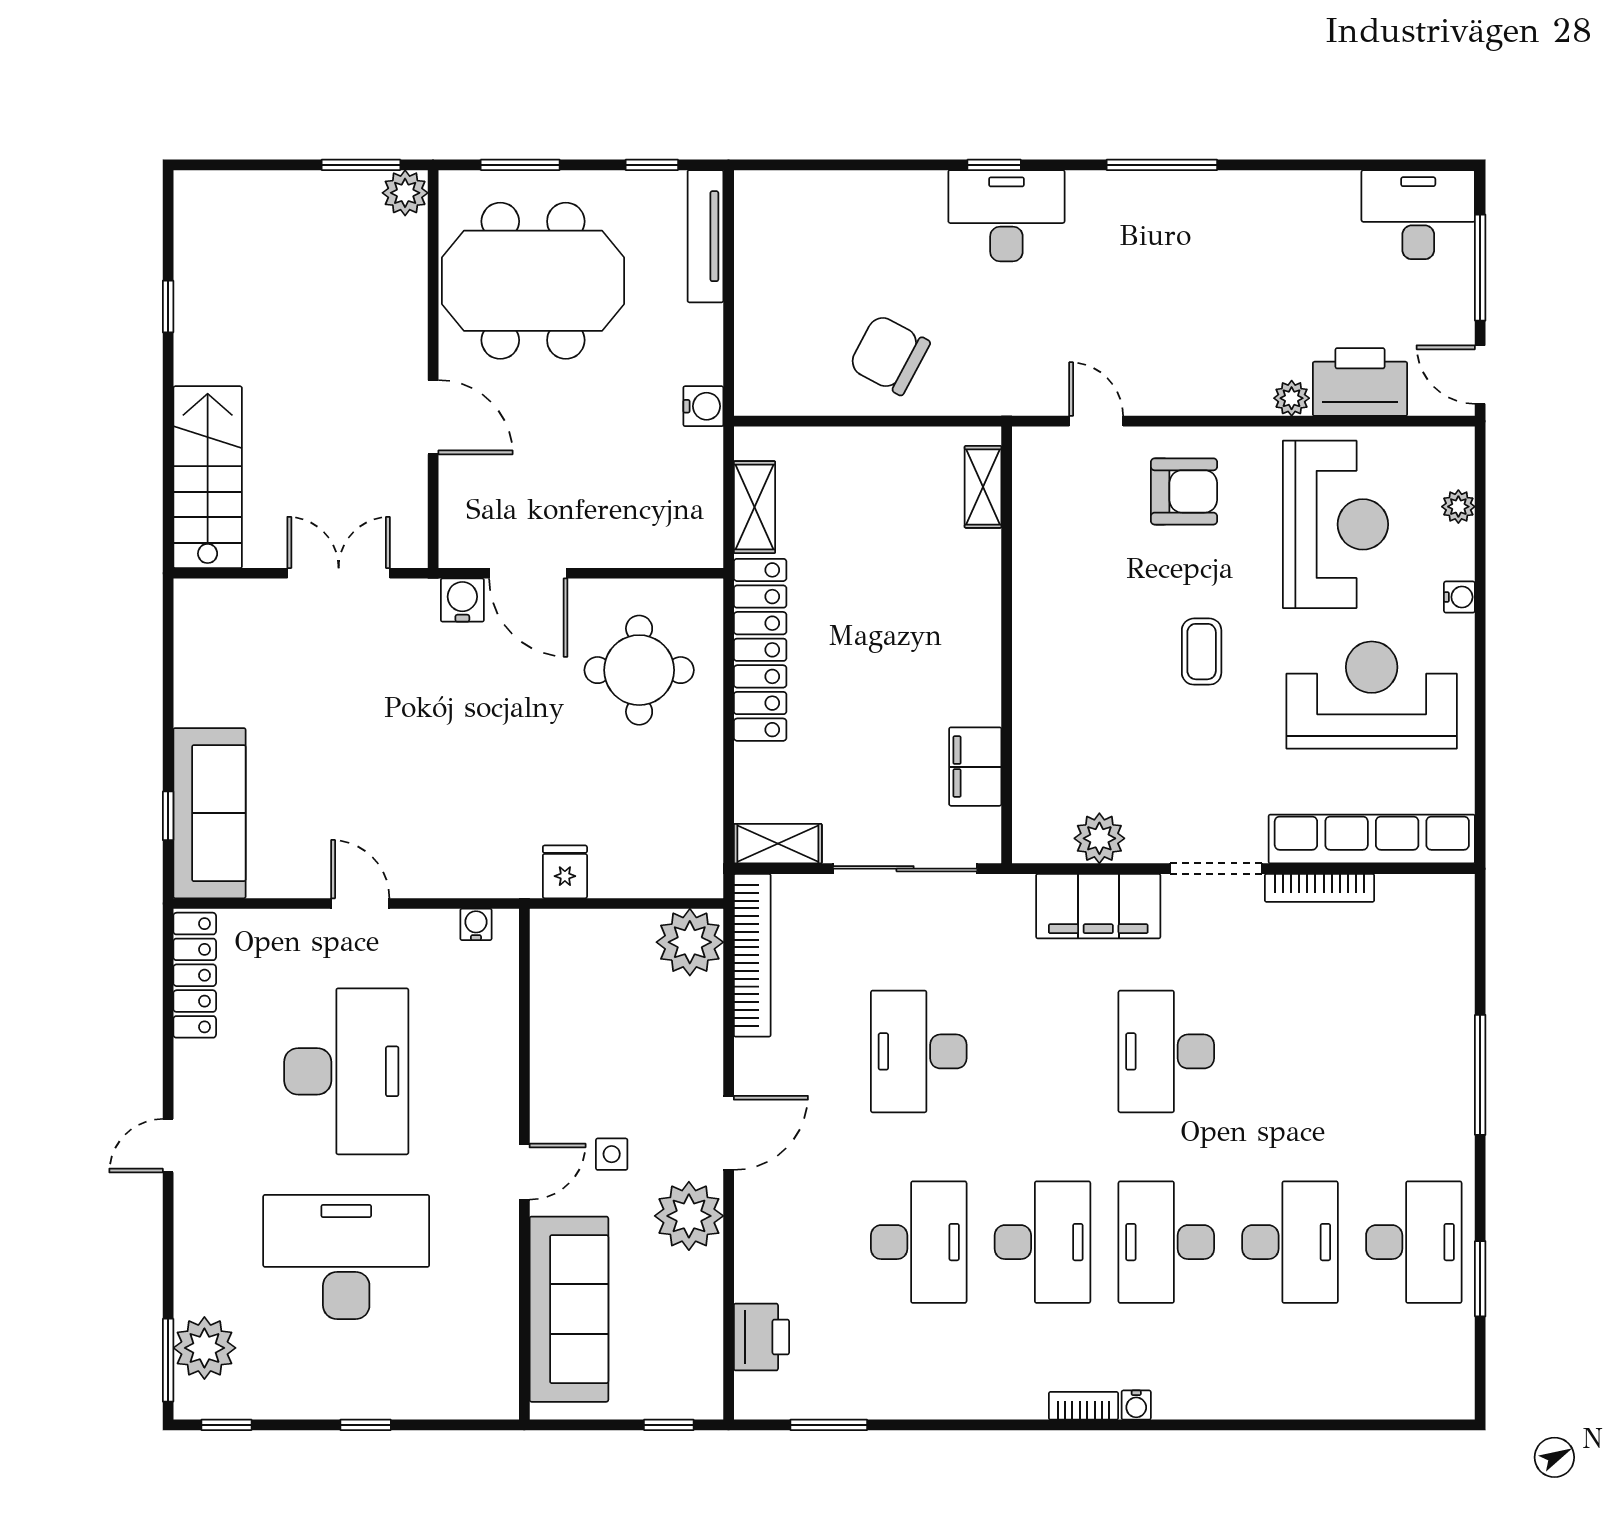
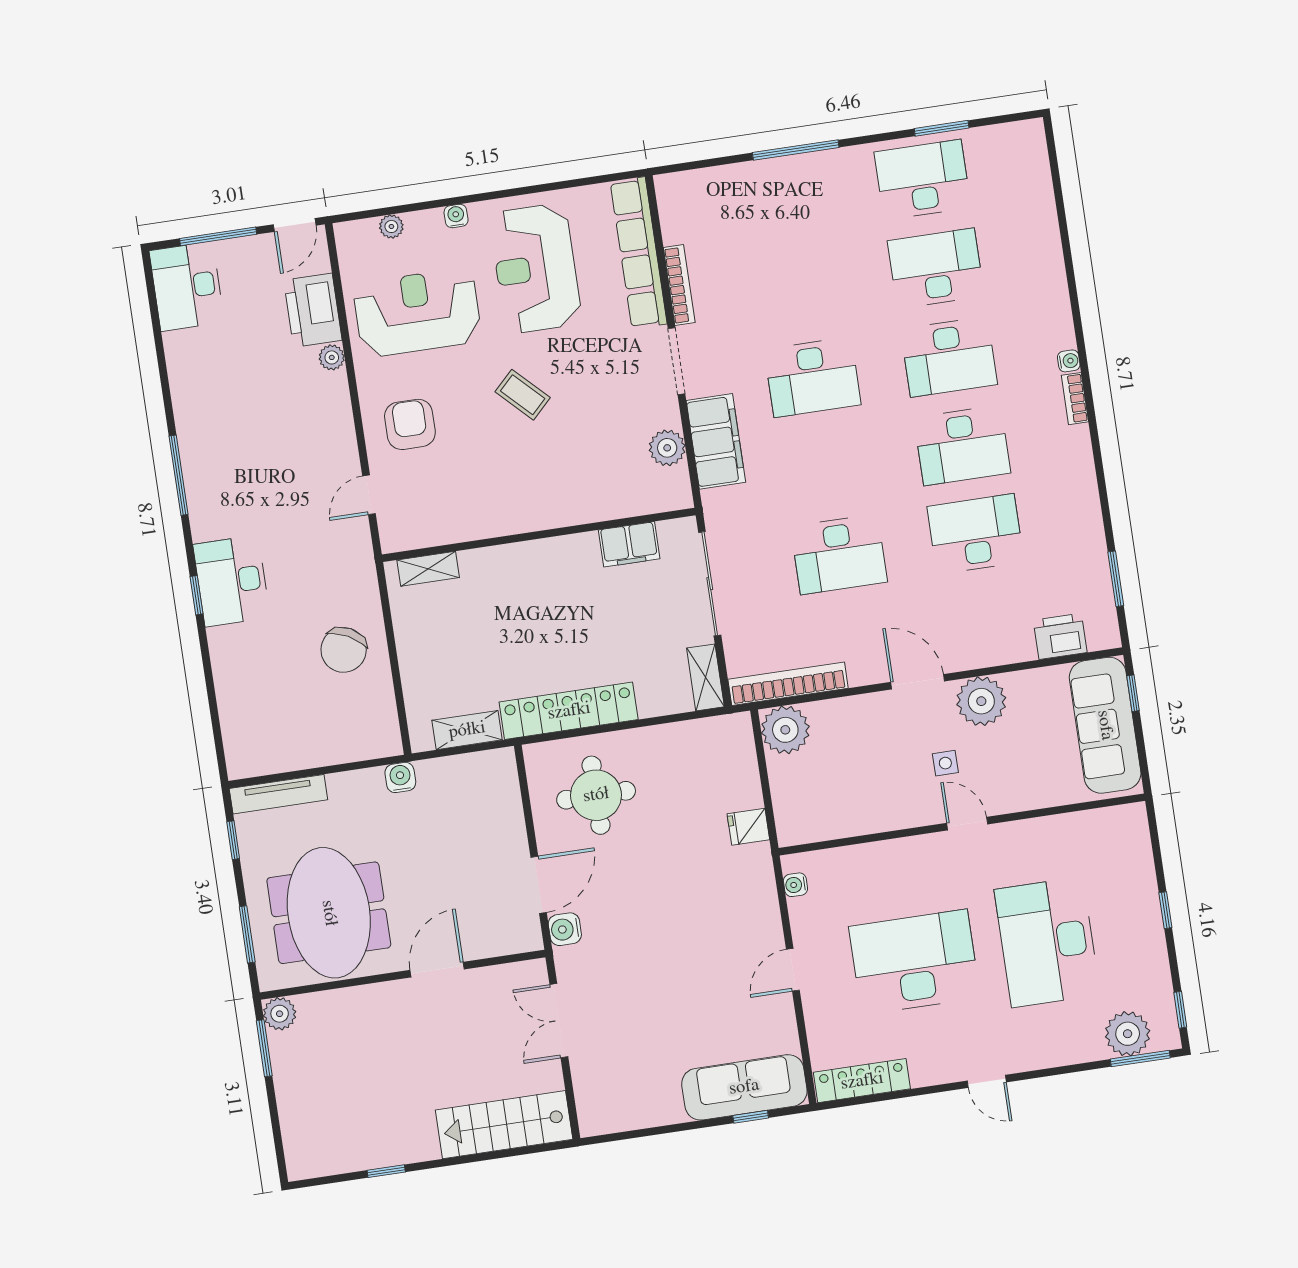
coffee table: (1202, 652) -> (523, 395), turned 45
desk: (1042, 1242) -> (962, 445), turned 180
sofa: (569, 1309) -> (1105, 725), moved, turned -90

